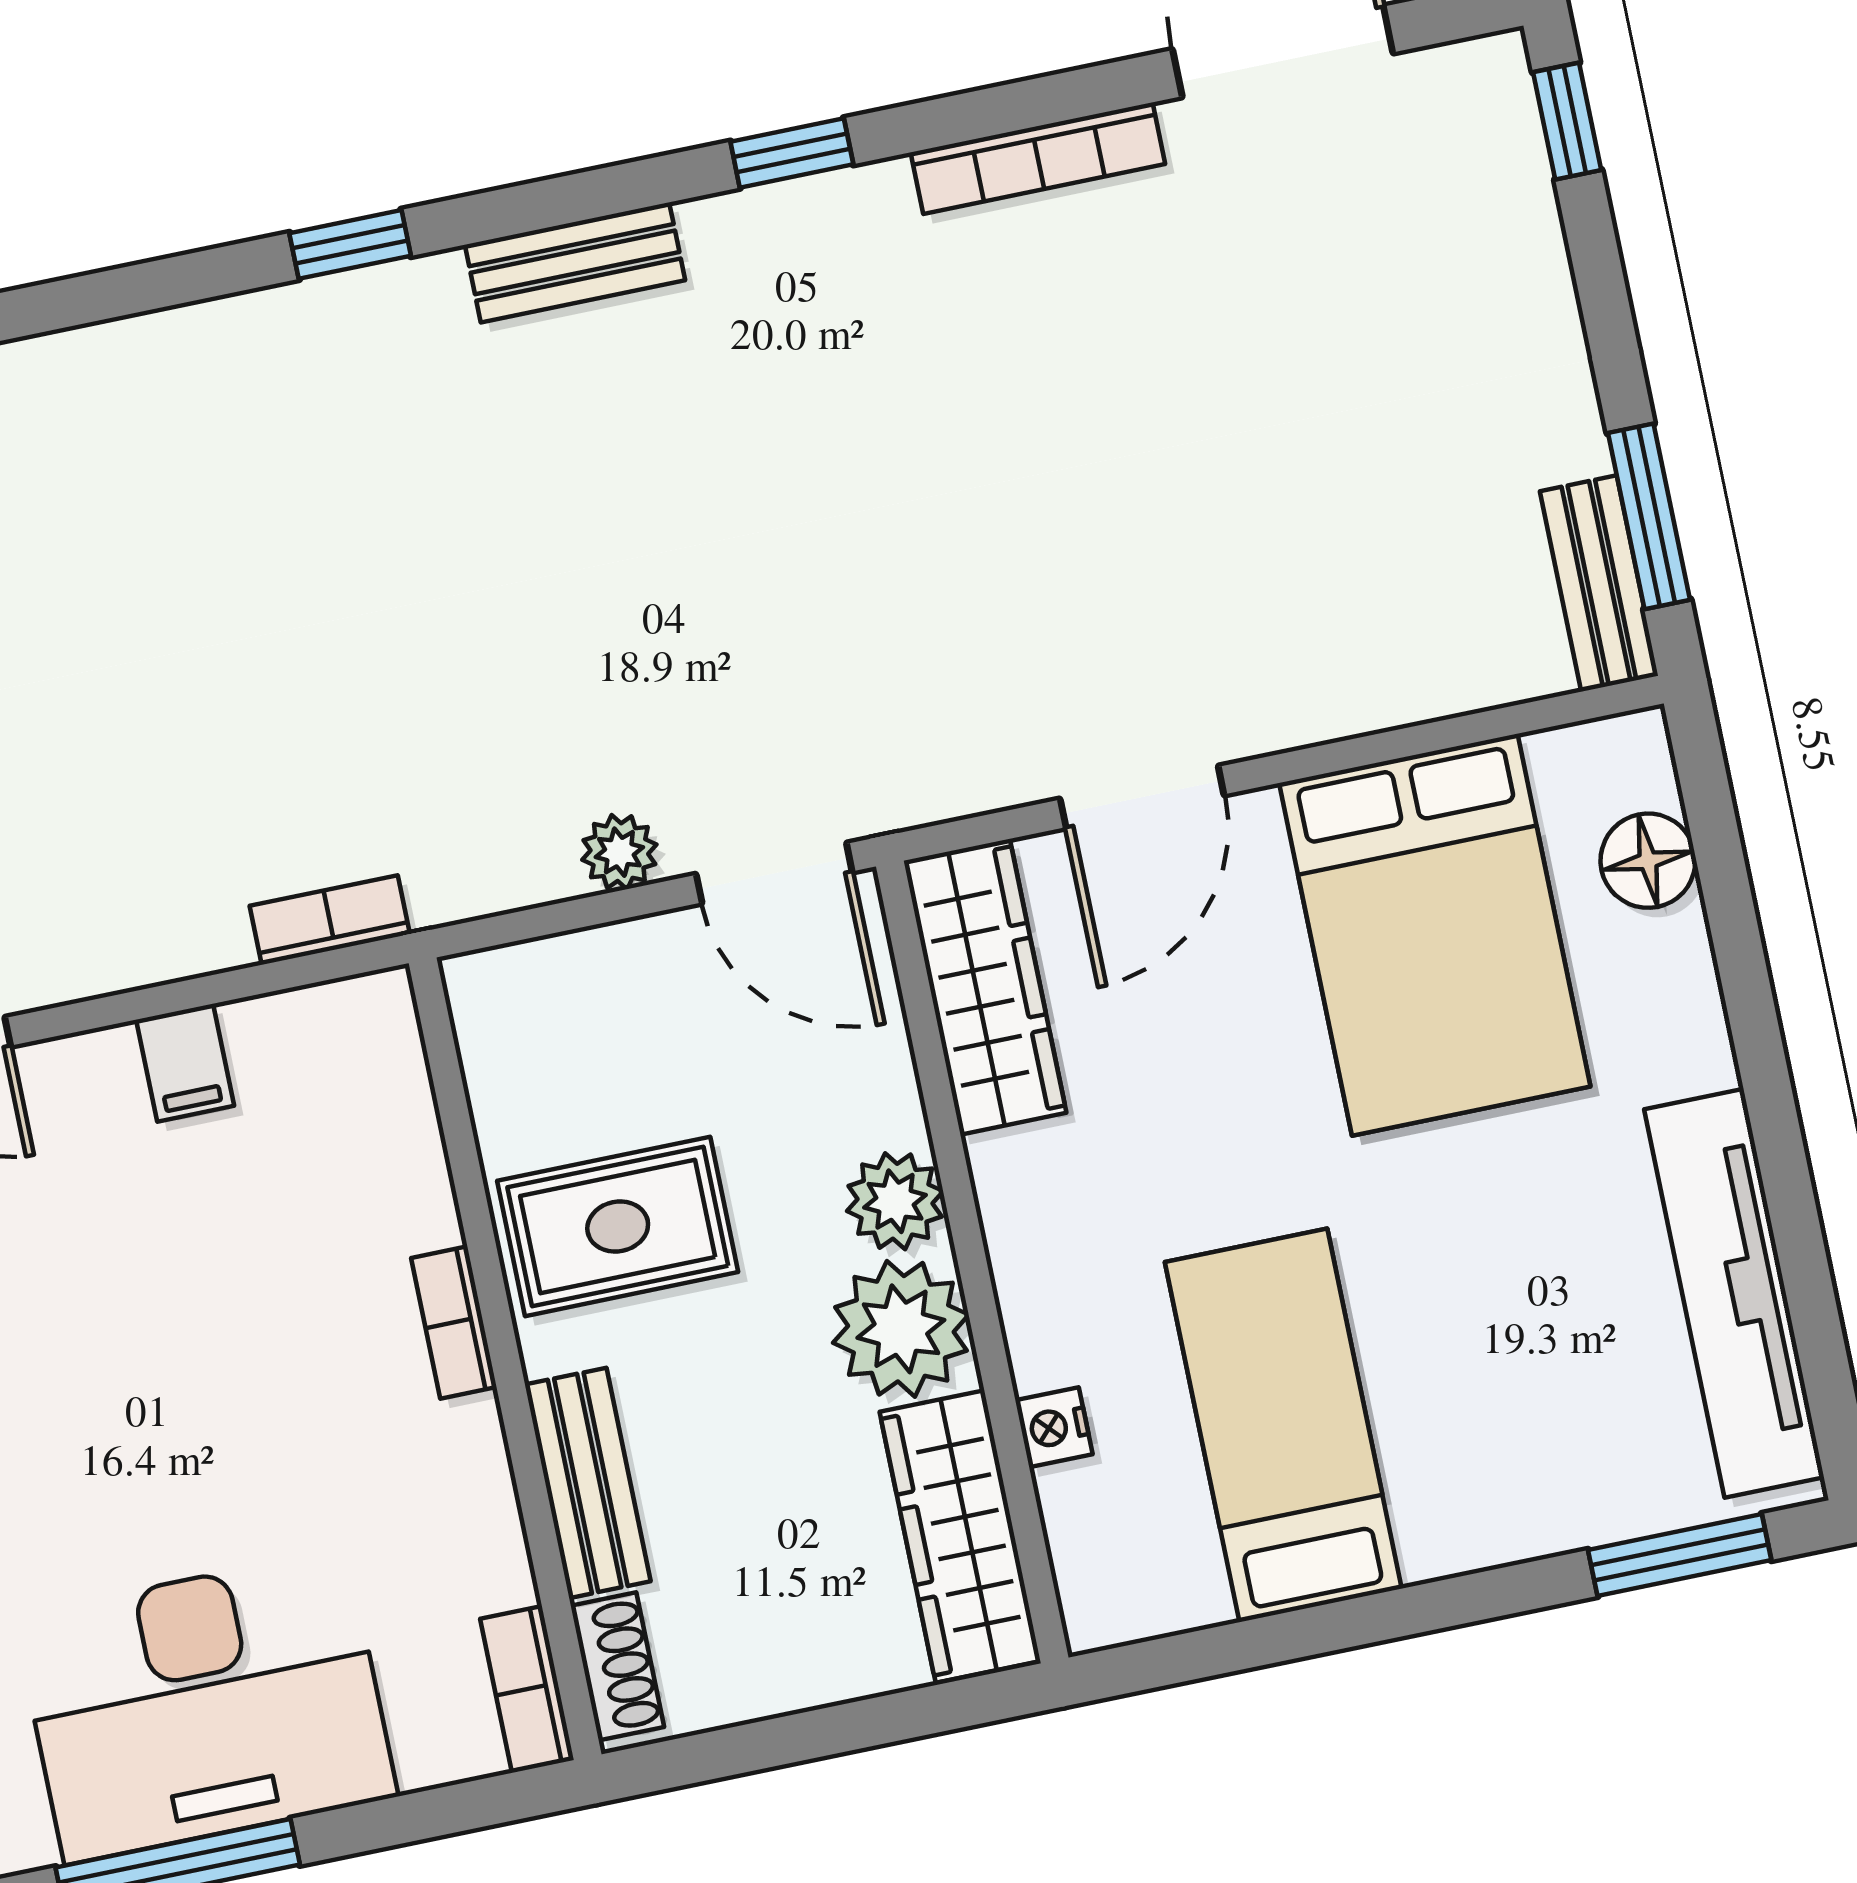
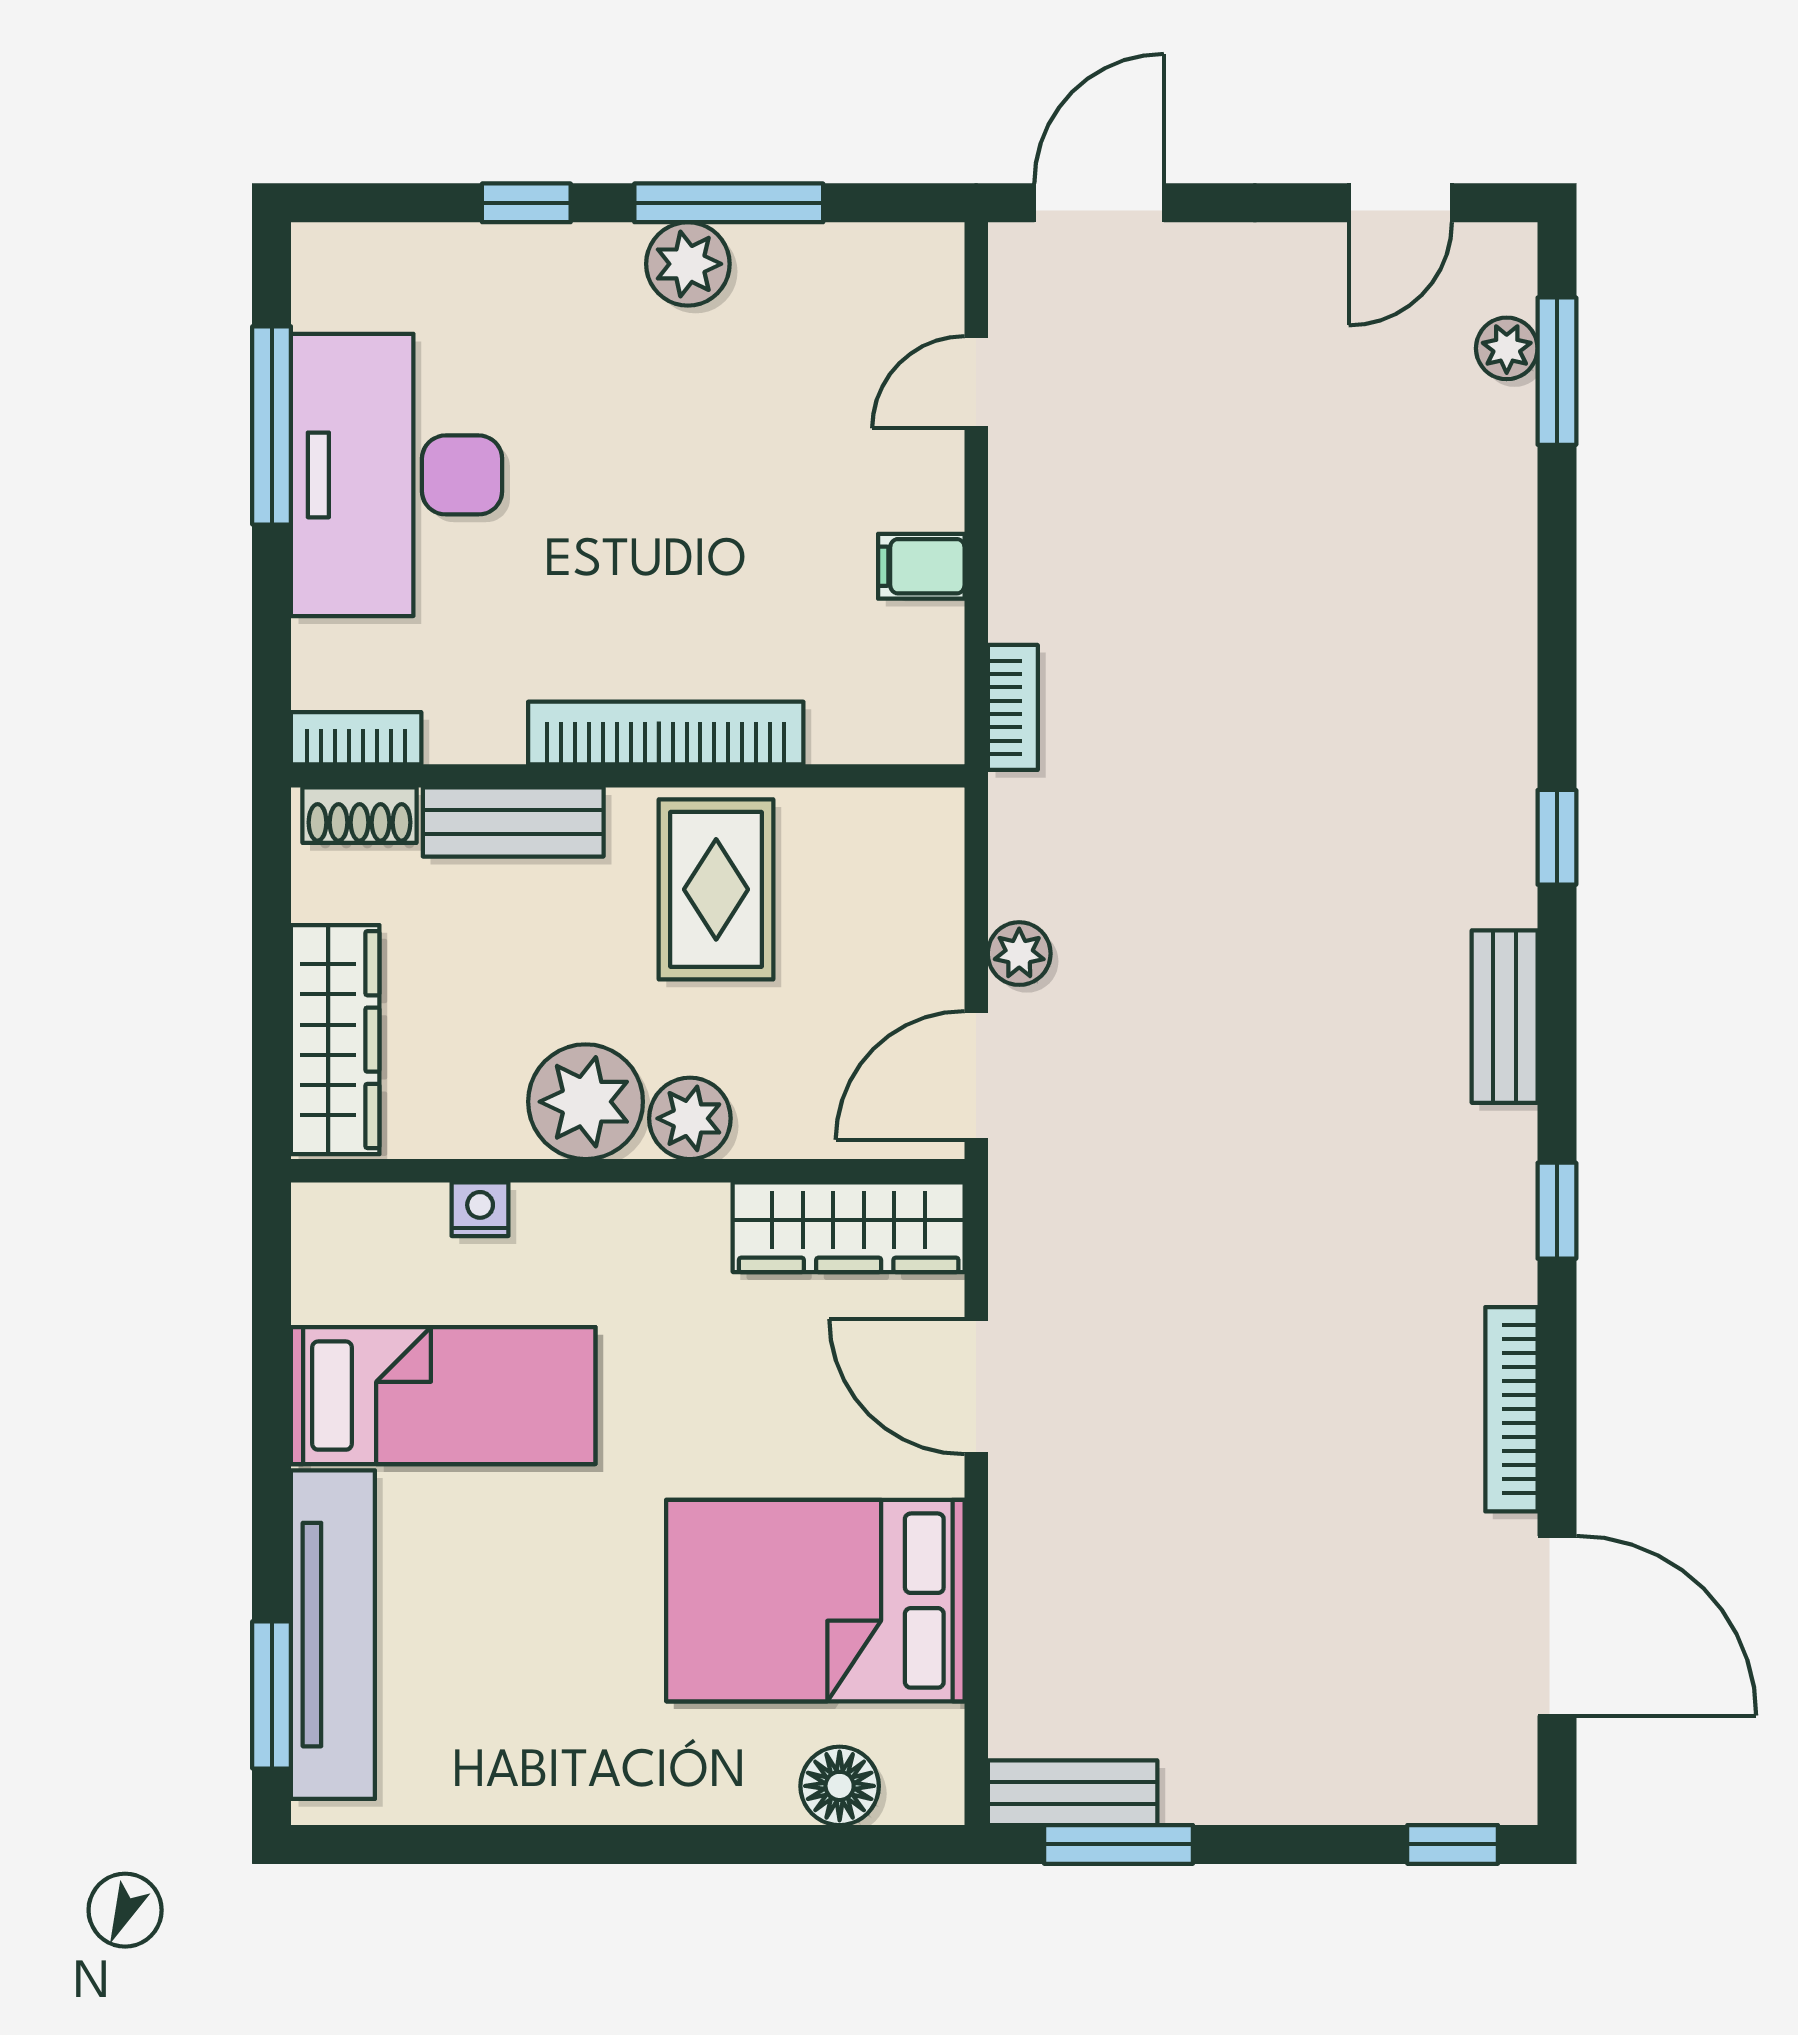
tv unit: (1734, 1293) -> (333, 1635), moved, turned 90
bookcase: (454, 1322) -> (666, 733), width x2.31, depth x1.31
wardrobe: (960, 1536) -> (335, 1040), moved, turned 90

